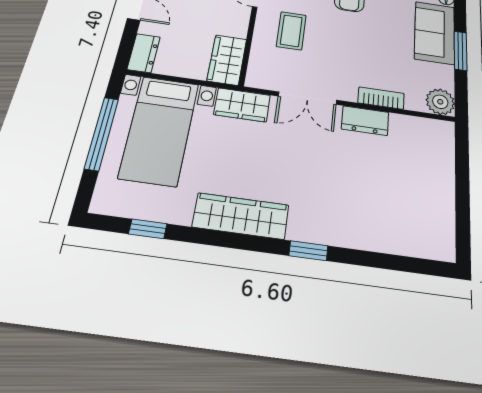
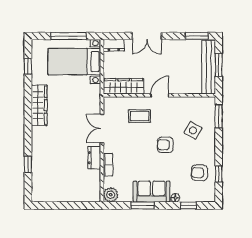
wardrobe: (227, 60) -> (124, 86), width x1.50
wardrobe: (242, 105) -> (93, 97), removed
window: (308, 251) -> (28, 164), moved

